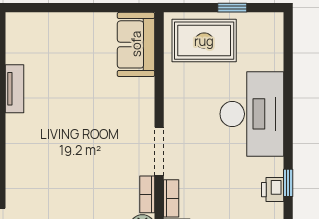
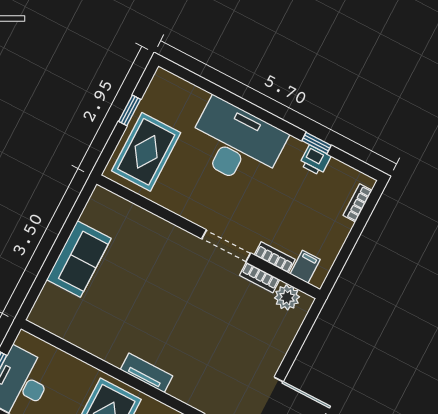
sofa: (136, 44) -> (79, 259), moved, turned -90
tv unit: (15, 89) -> (146, 373), moved

